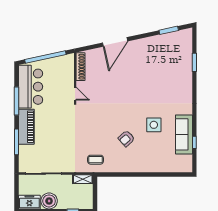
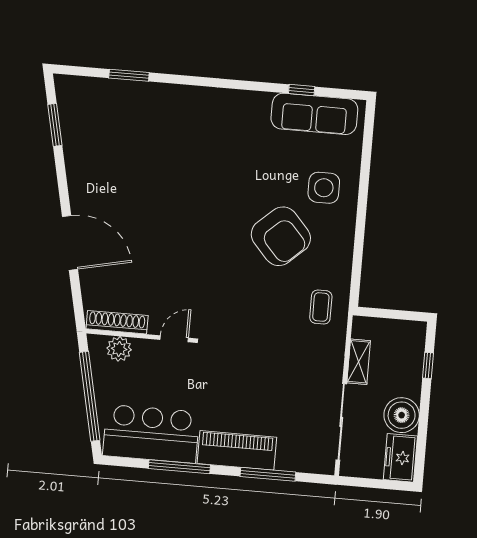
plant: (68, 69) -> (119, 349), added
side table: (154, 125) -> (324, 188), moved
sofa: (184, 134) -> (314, 114), moved
armchair: (126, 138) -> (281, 236), width x1.88, depth x1.88
shelving: (83, 179) -> (359, 362), moved

